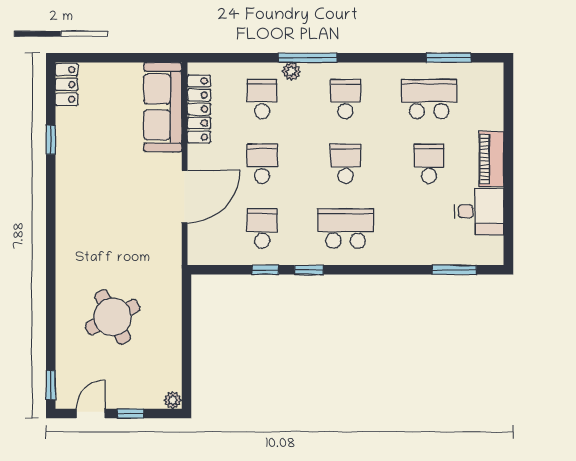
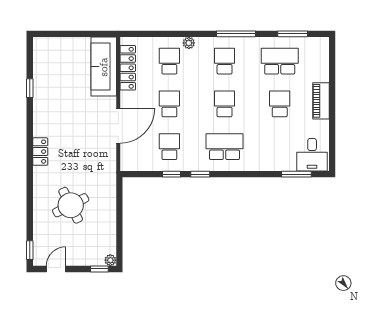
window: (308, 58) -> (236, 34), moved
locker: (67, 84) -> (40, 152), moved
desk: (479, 211) -> (312, 155), moved, turned 90
window: (130, 413) -> (99, 269), moved

